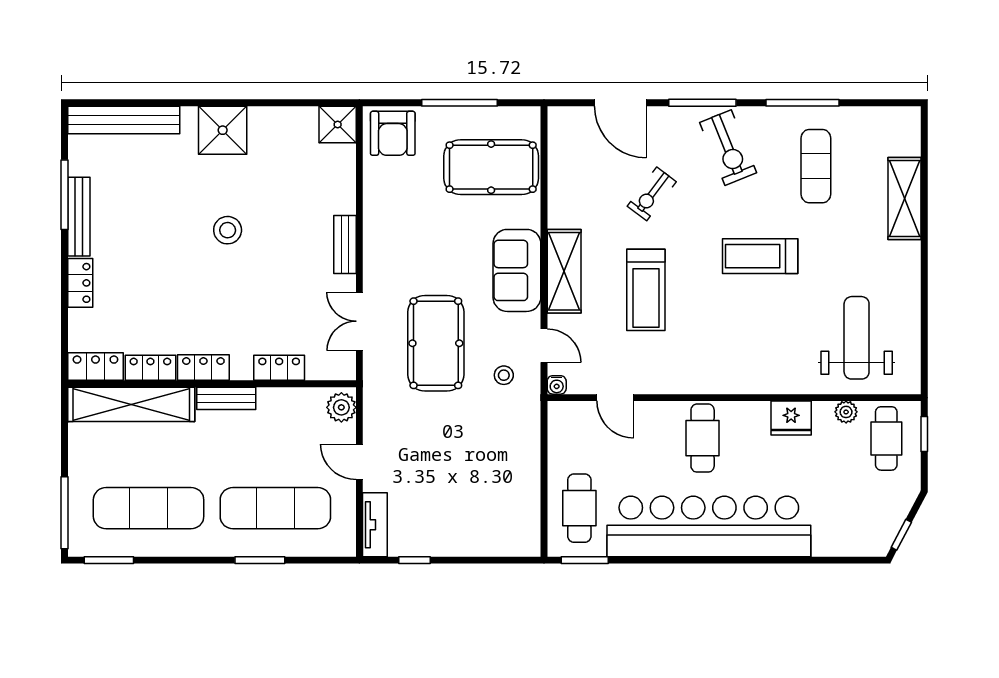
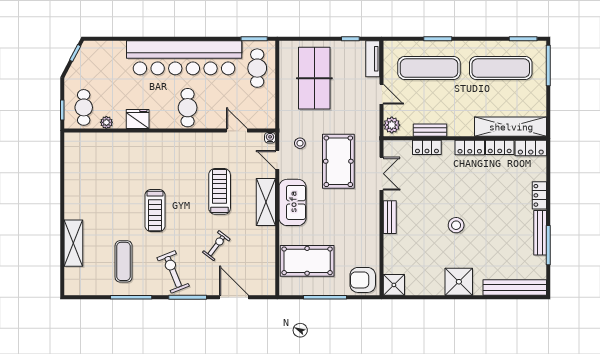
armchair: (393, 133) -> (363, 280), turned -90
treadmill: (760, 256) -> (155, 211), turned 90
weight bench: (857, 338) -> (100, 164), removed
bench: (226, 398) -> (430, 130), moved
table tennis table: (478, 490) -> (314, 78), added

